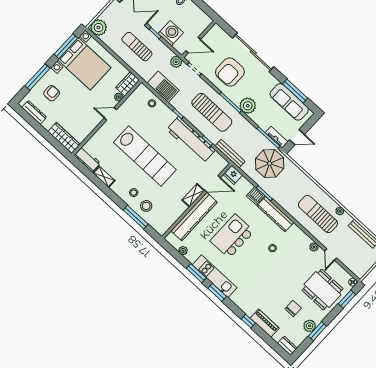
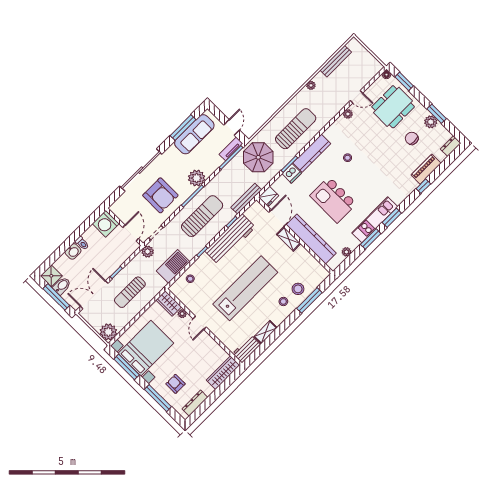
washing machine: (171, 33) -> (106, 224), moved, turned -90
sun lounger: (318, 214) -> (296, 129), moved, turned 180

